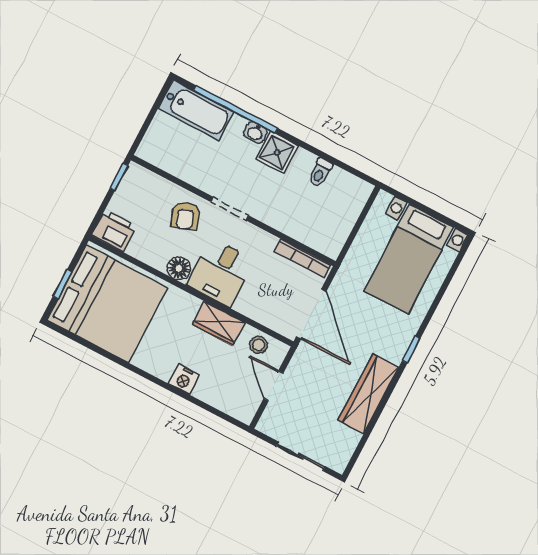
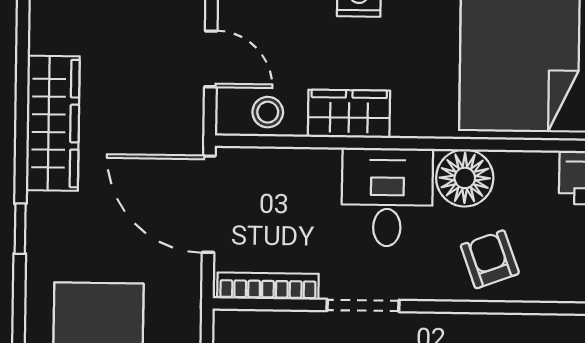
doorway: (230, 209) -> (363, 305), moved
floor lamp: (179, 268) -> (465, 178), width x1.38, depth x1.38

